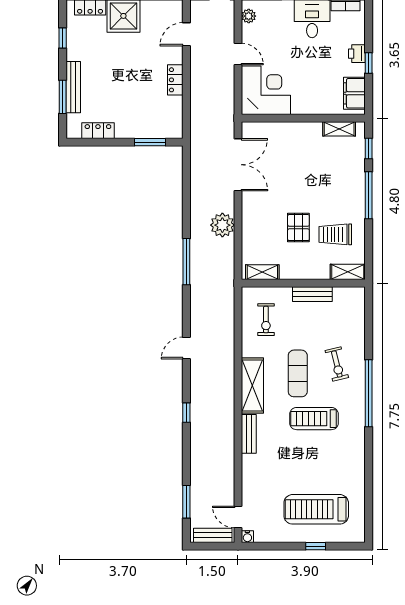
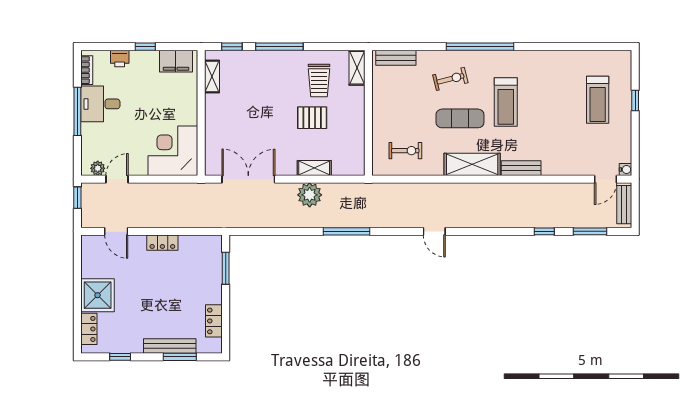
door: (238, 54) -> (117, 179), moved
printer: (357, 54) -> (120, 58), moved
shelving: (262, 272) -> (314, 168), moved, turned 90
bench: (312, 294) -> (396, 58), moved, turned 90
window: (186, 413) -> (544, 231), moved
treadmill: (316, 509) -> (598, 100), width x0.73, depth x0.73

